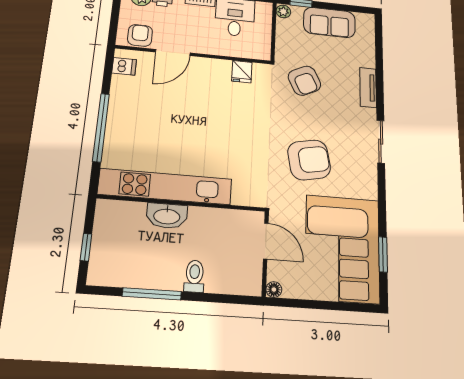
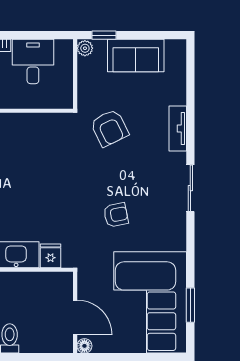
fridge: (242, 72) -> (51, 256), moved, turned 180
armchair: (309, 160) -> (116, 215), width x0.53, depth x0.53
door: (266, 241) -> (75, 317), moved

